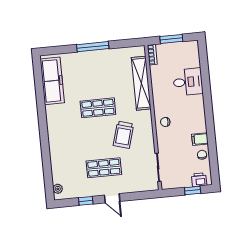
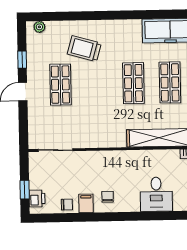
shop shelf: (95, 78) -> (170, 82), added
chair: (165, 122) -> (108, 197), moved
trolley: (123, 135) -> (84, 49), moved

